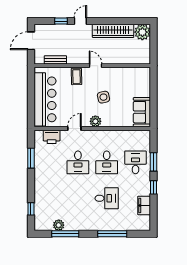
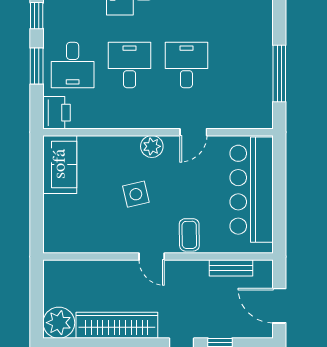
door: (31, 41) -> (279, 306), swing flipped
printer: (52, 137) -> (56, 113), moved, turned 90
window: (31, 158) -> (279, 74), width x1.44

